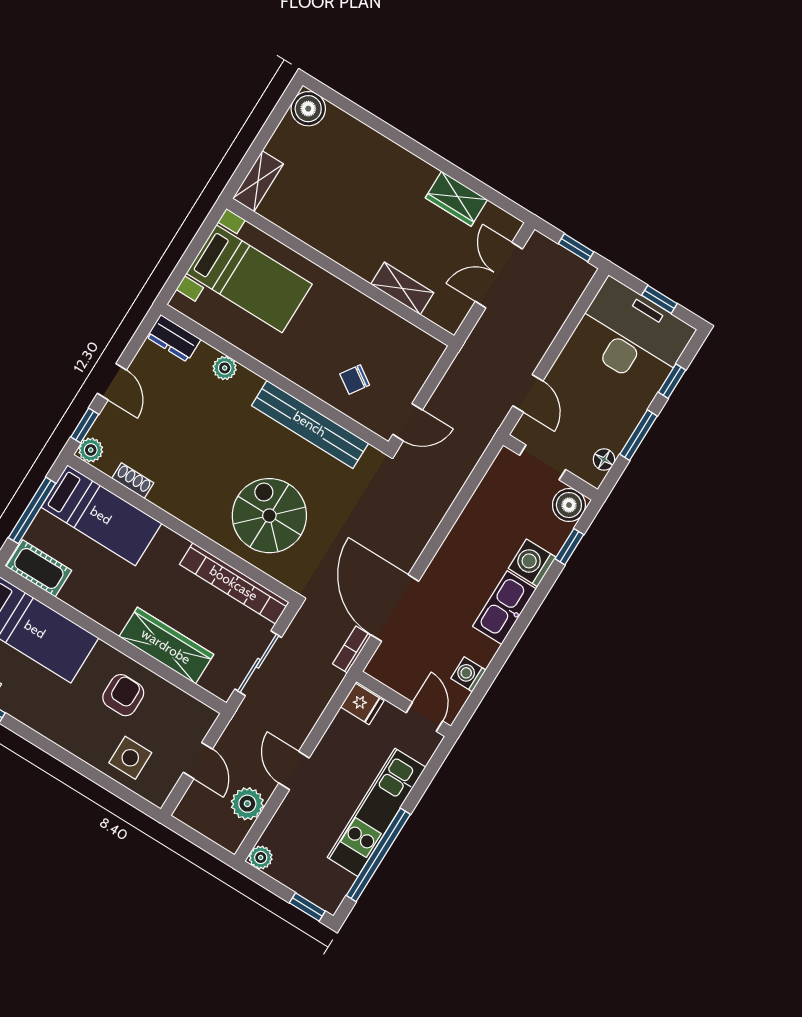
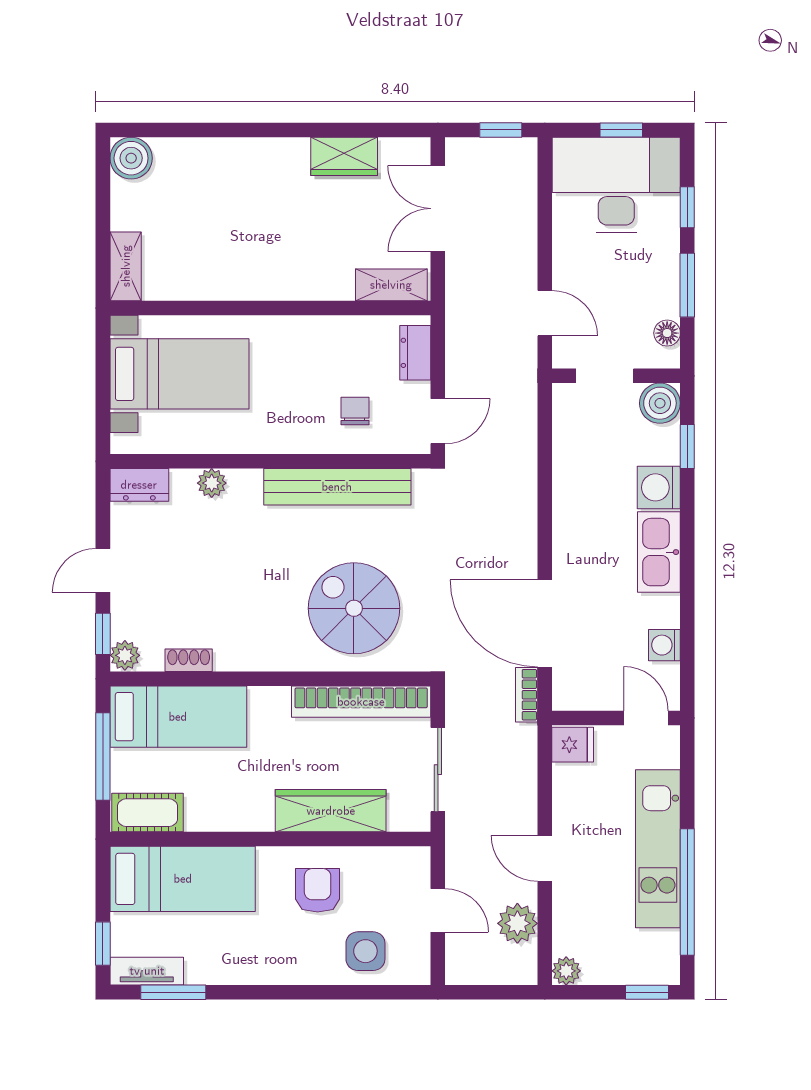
shelving: (402, 288) -> (391, 285), moved
dresser: (421, 365) -> (415, 353), added
chair: (355, 380) -> (355, 411), turned 146
door: (112, 382) -> (103, 570), swing flipped

